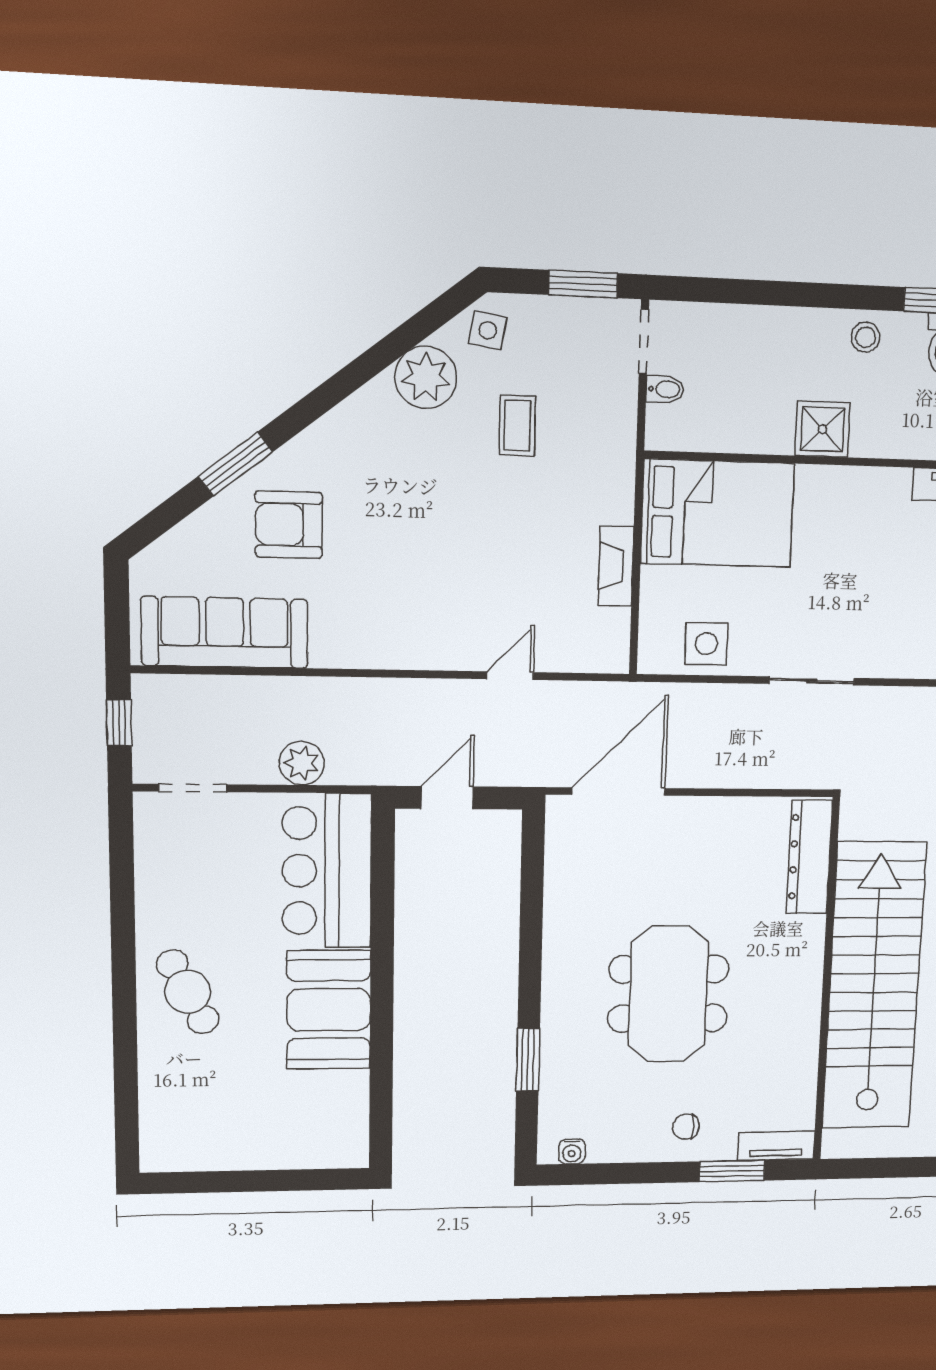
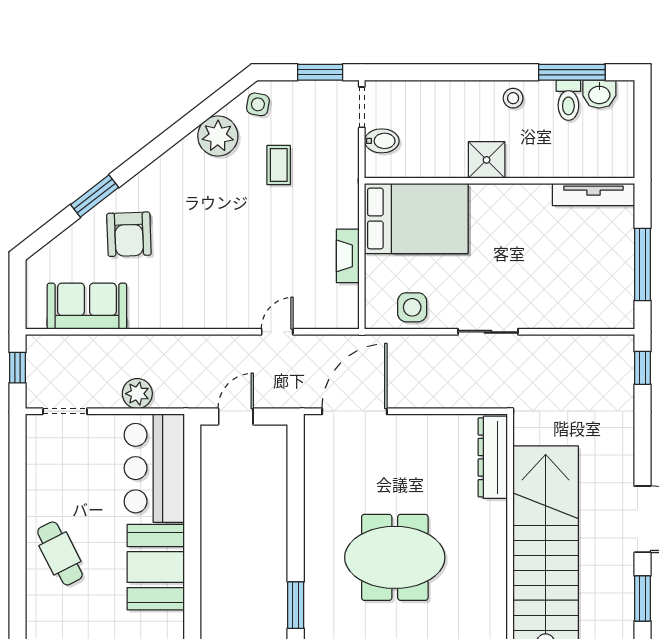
bidet: (665, 389) -> (382, 141), width x1.38, depth x1.36
armchair: (289, 525) -> (129, 234), turned -92
sofa: (225, 632) -> (87, 306), width x0.73
meeting table: (668, 994) -> (395, 557), turned 90

